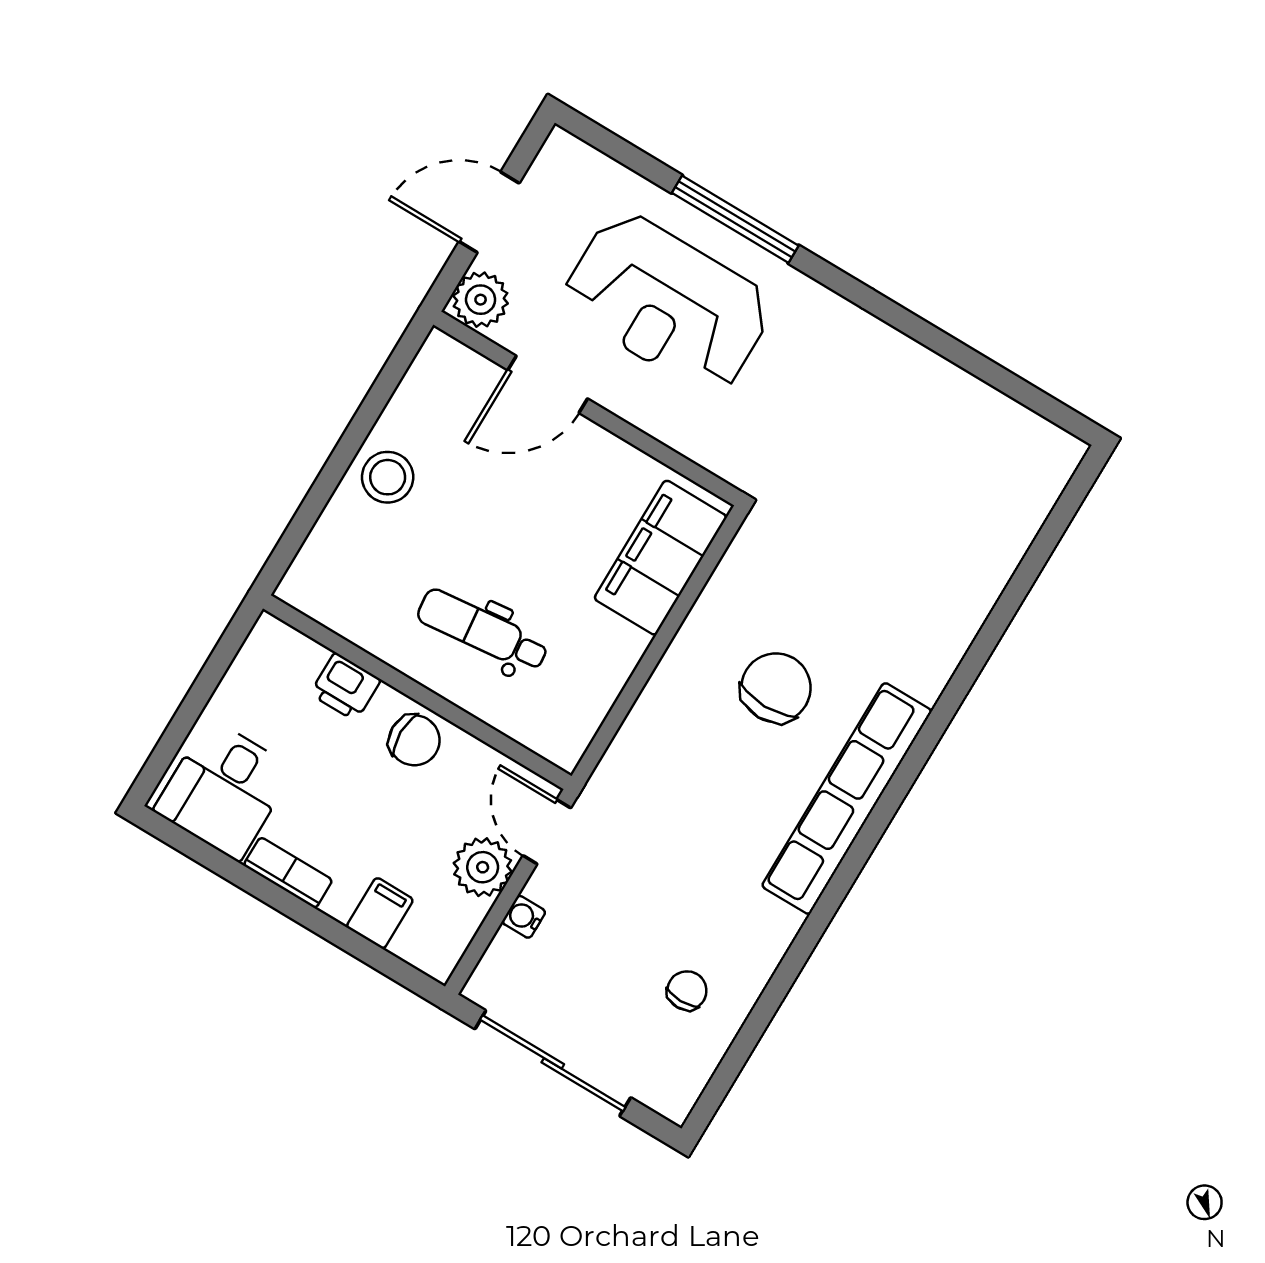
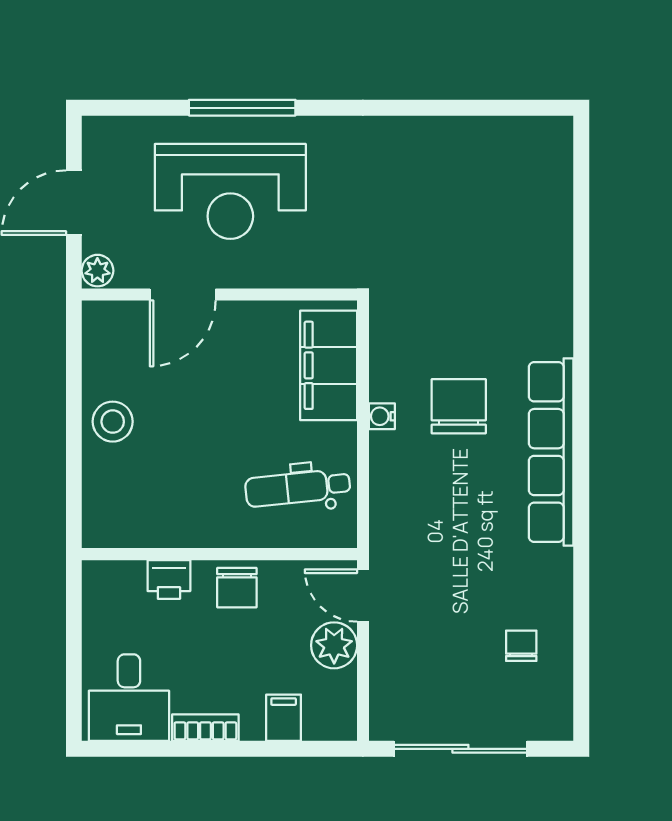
plant: (481, 300) -> (97, 271), width x0.73, depth x0.73
dental chair: (483, 631) -> (298, 488), moved
chair: (414, 740) -> (237, 588), turned 90
water cooler: (524, 917) -> (382, 416), moved

